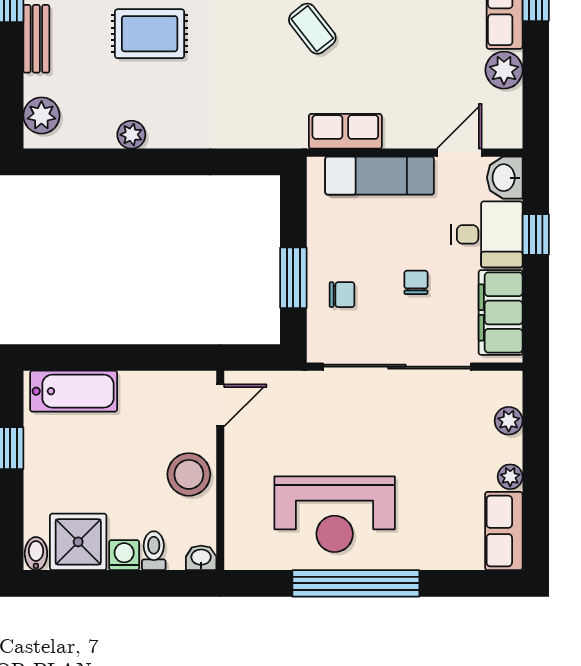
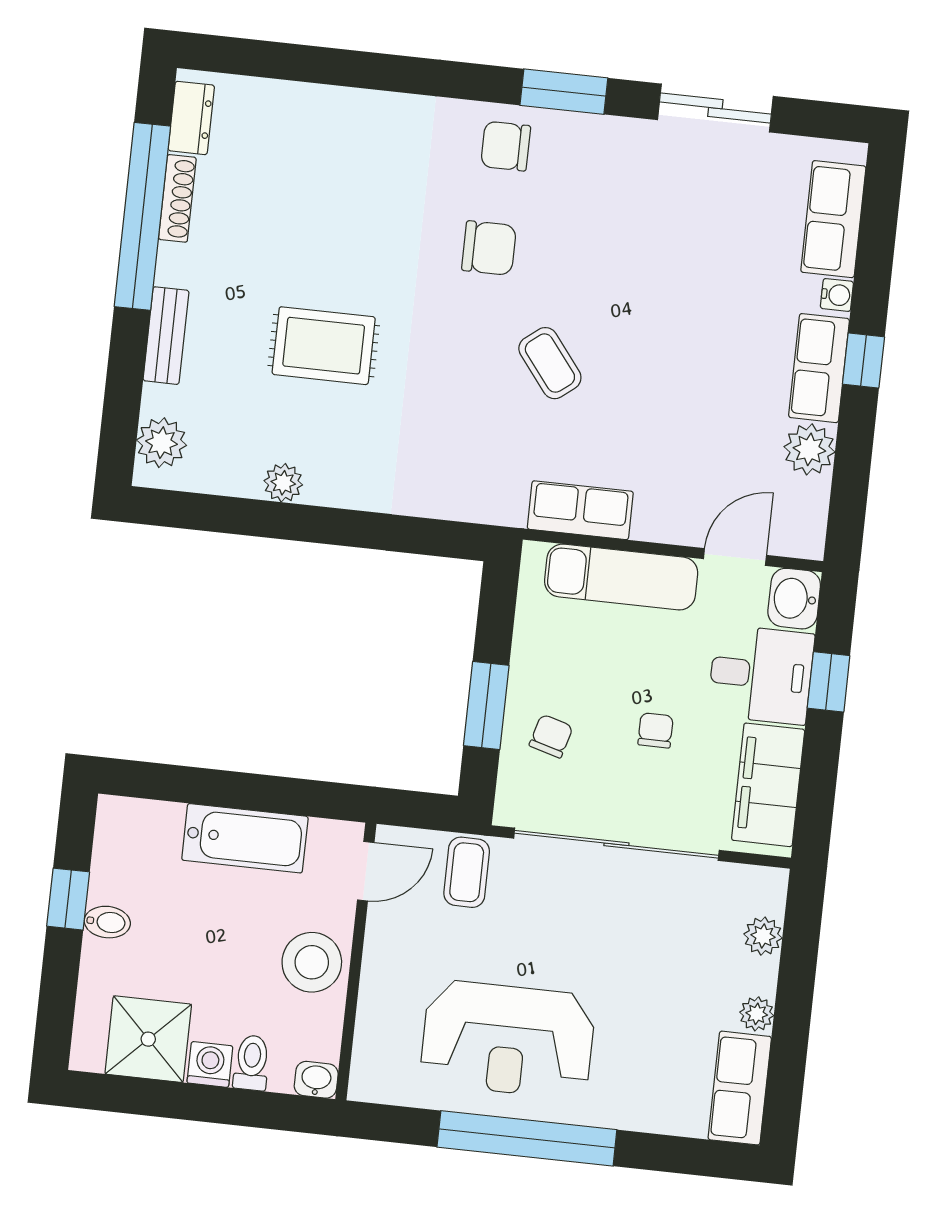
chair: (342, 295) -> (551, 736), turned -74
bathtub: (74, 391) -> (245, 838), moved
coffee table: (292, 398) -> (467, 872), added
bidet: (36, 554) -> (107, 922), moved, turned 90

